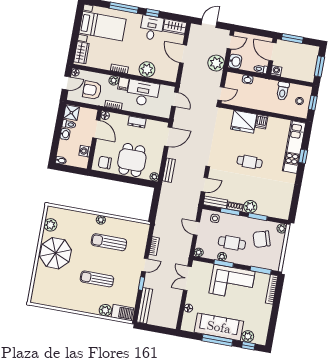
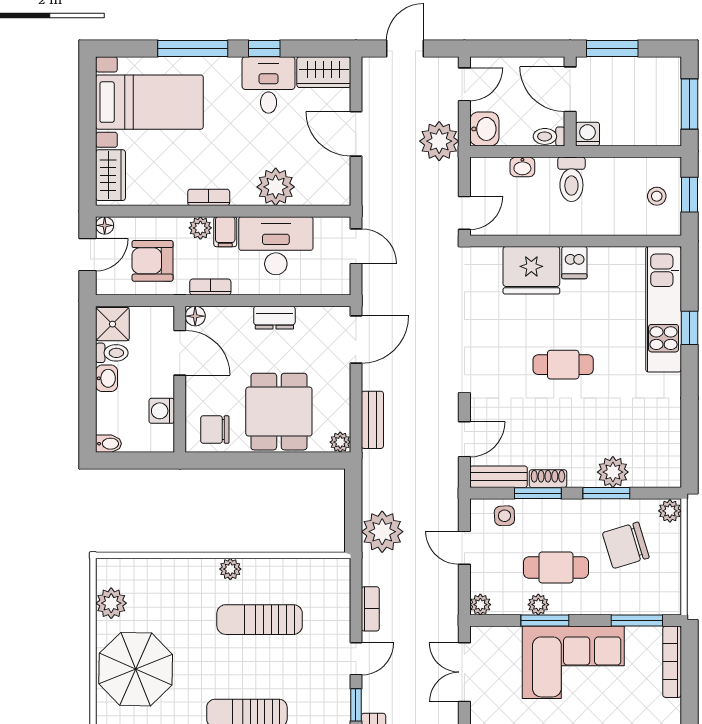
toilet: (283, 91) -> (571, 179), moved
plant: (250, 207) -> (613, 472), moved
plant: (165, 216) -> (382, 532), added

